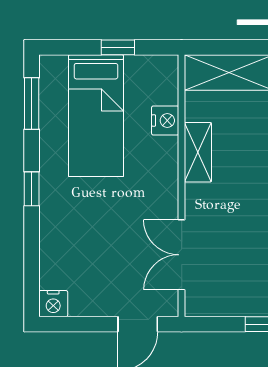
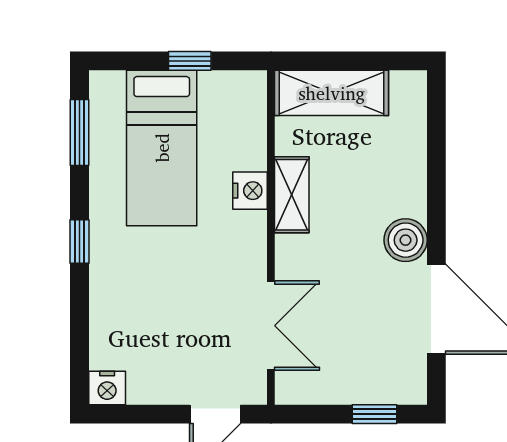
nightstand: (165, 121) -> (250, 191), moved
double door: (182, 255) -> (271, 326), swing flipped

